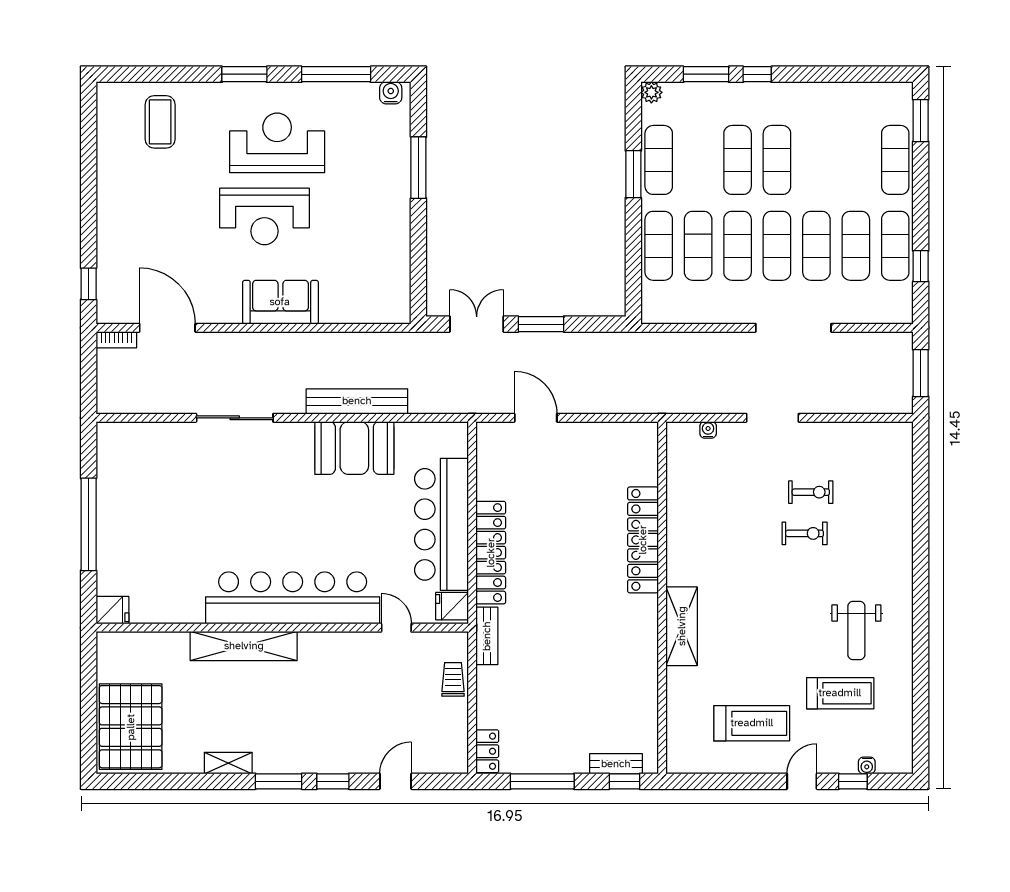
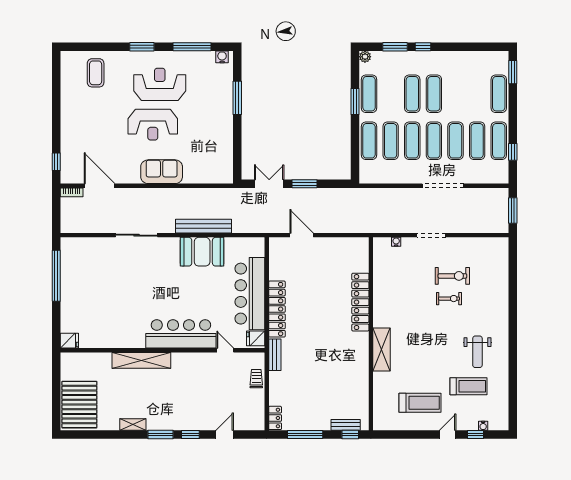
exercise bike: (811, 492) -> (452, 276), width x1.38, depth x1.39
window: (89, 524) -> (56, 276), moved
bar counter: (293, 598) -> (181, 334), width x0.73

